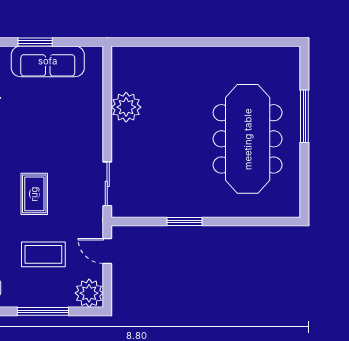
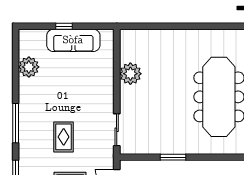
window: (35, 42) -> (64, 26), width x0.67

